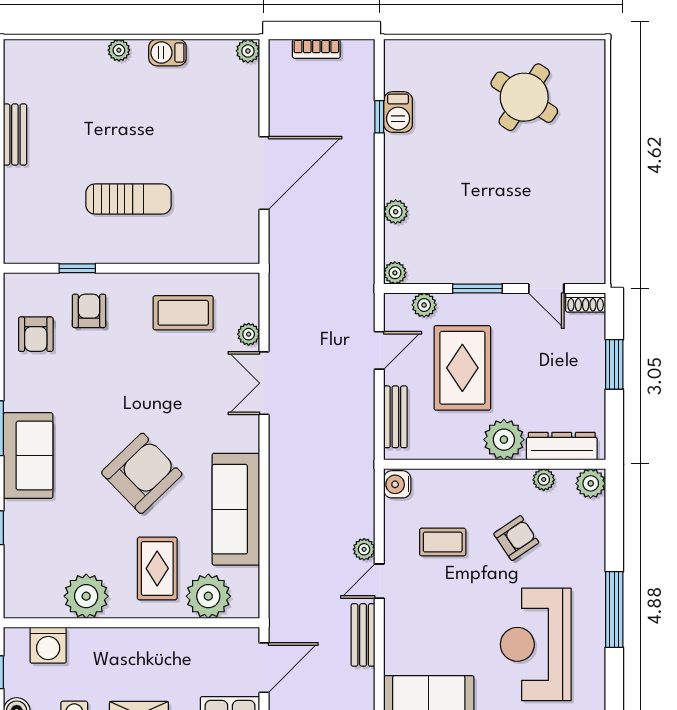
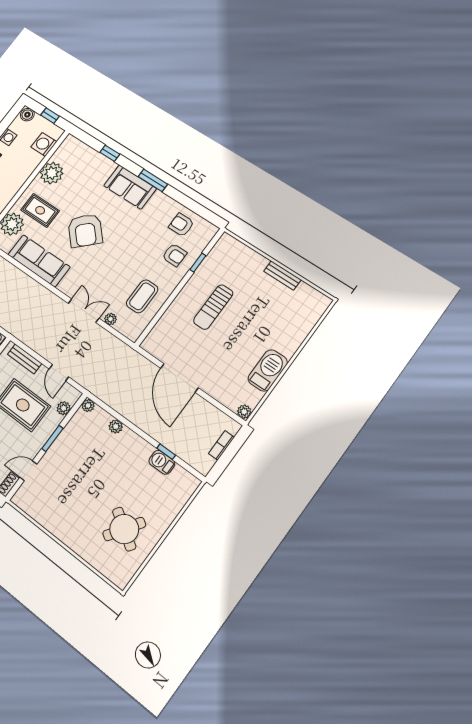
plant: (119, 50) -> (289, 351), removed
barbecue: (167, 53) -> (268, 370), width x1.88, depth x1.53

